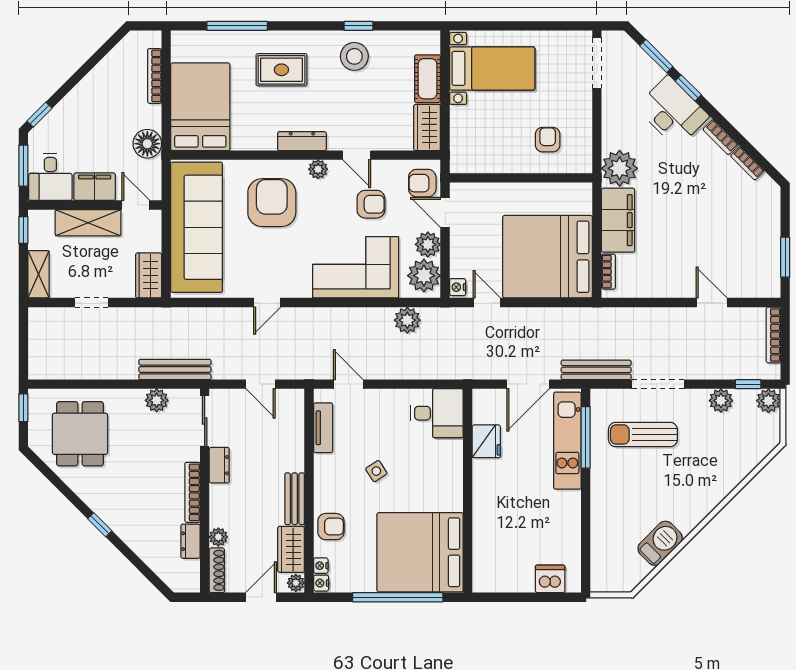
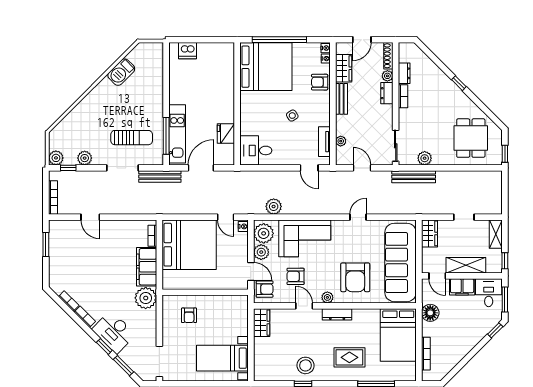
cot: (428, 79) -> (261, 352), removed
dresser: (219, 465) -> (387, 93), moved
bookcase: (193, 492) -> (403, 96), width x0.64
plant: (296, 583) -> (341, 141), moved

